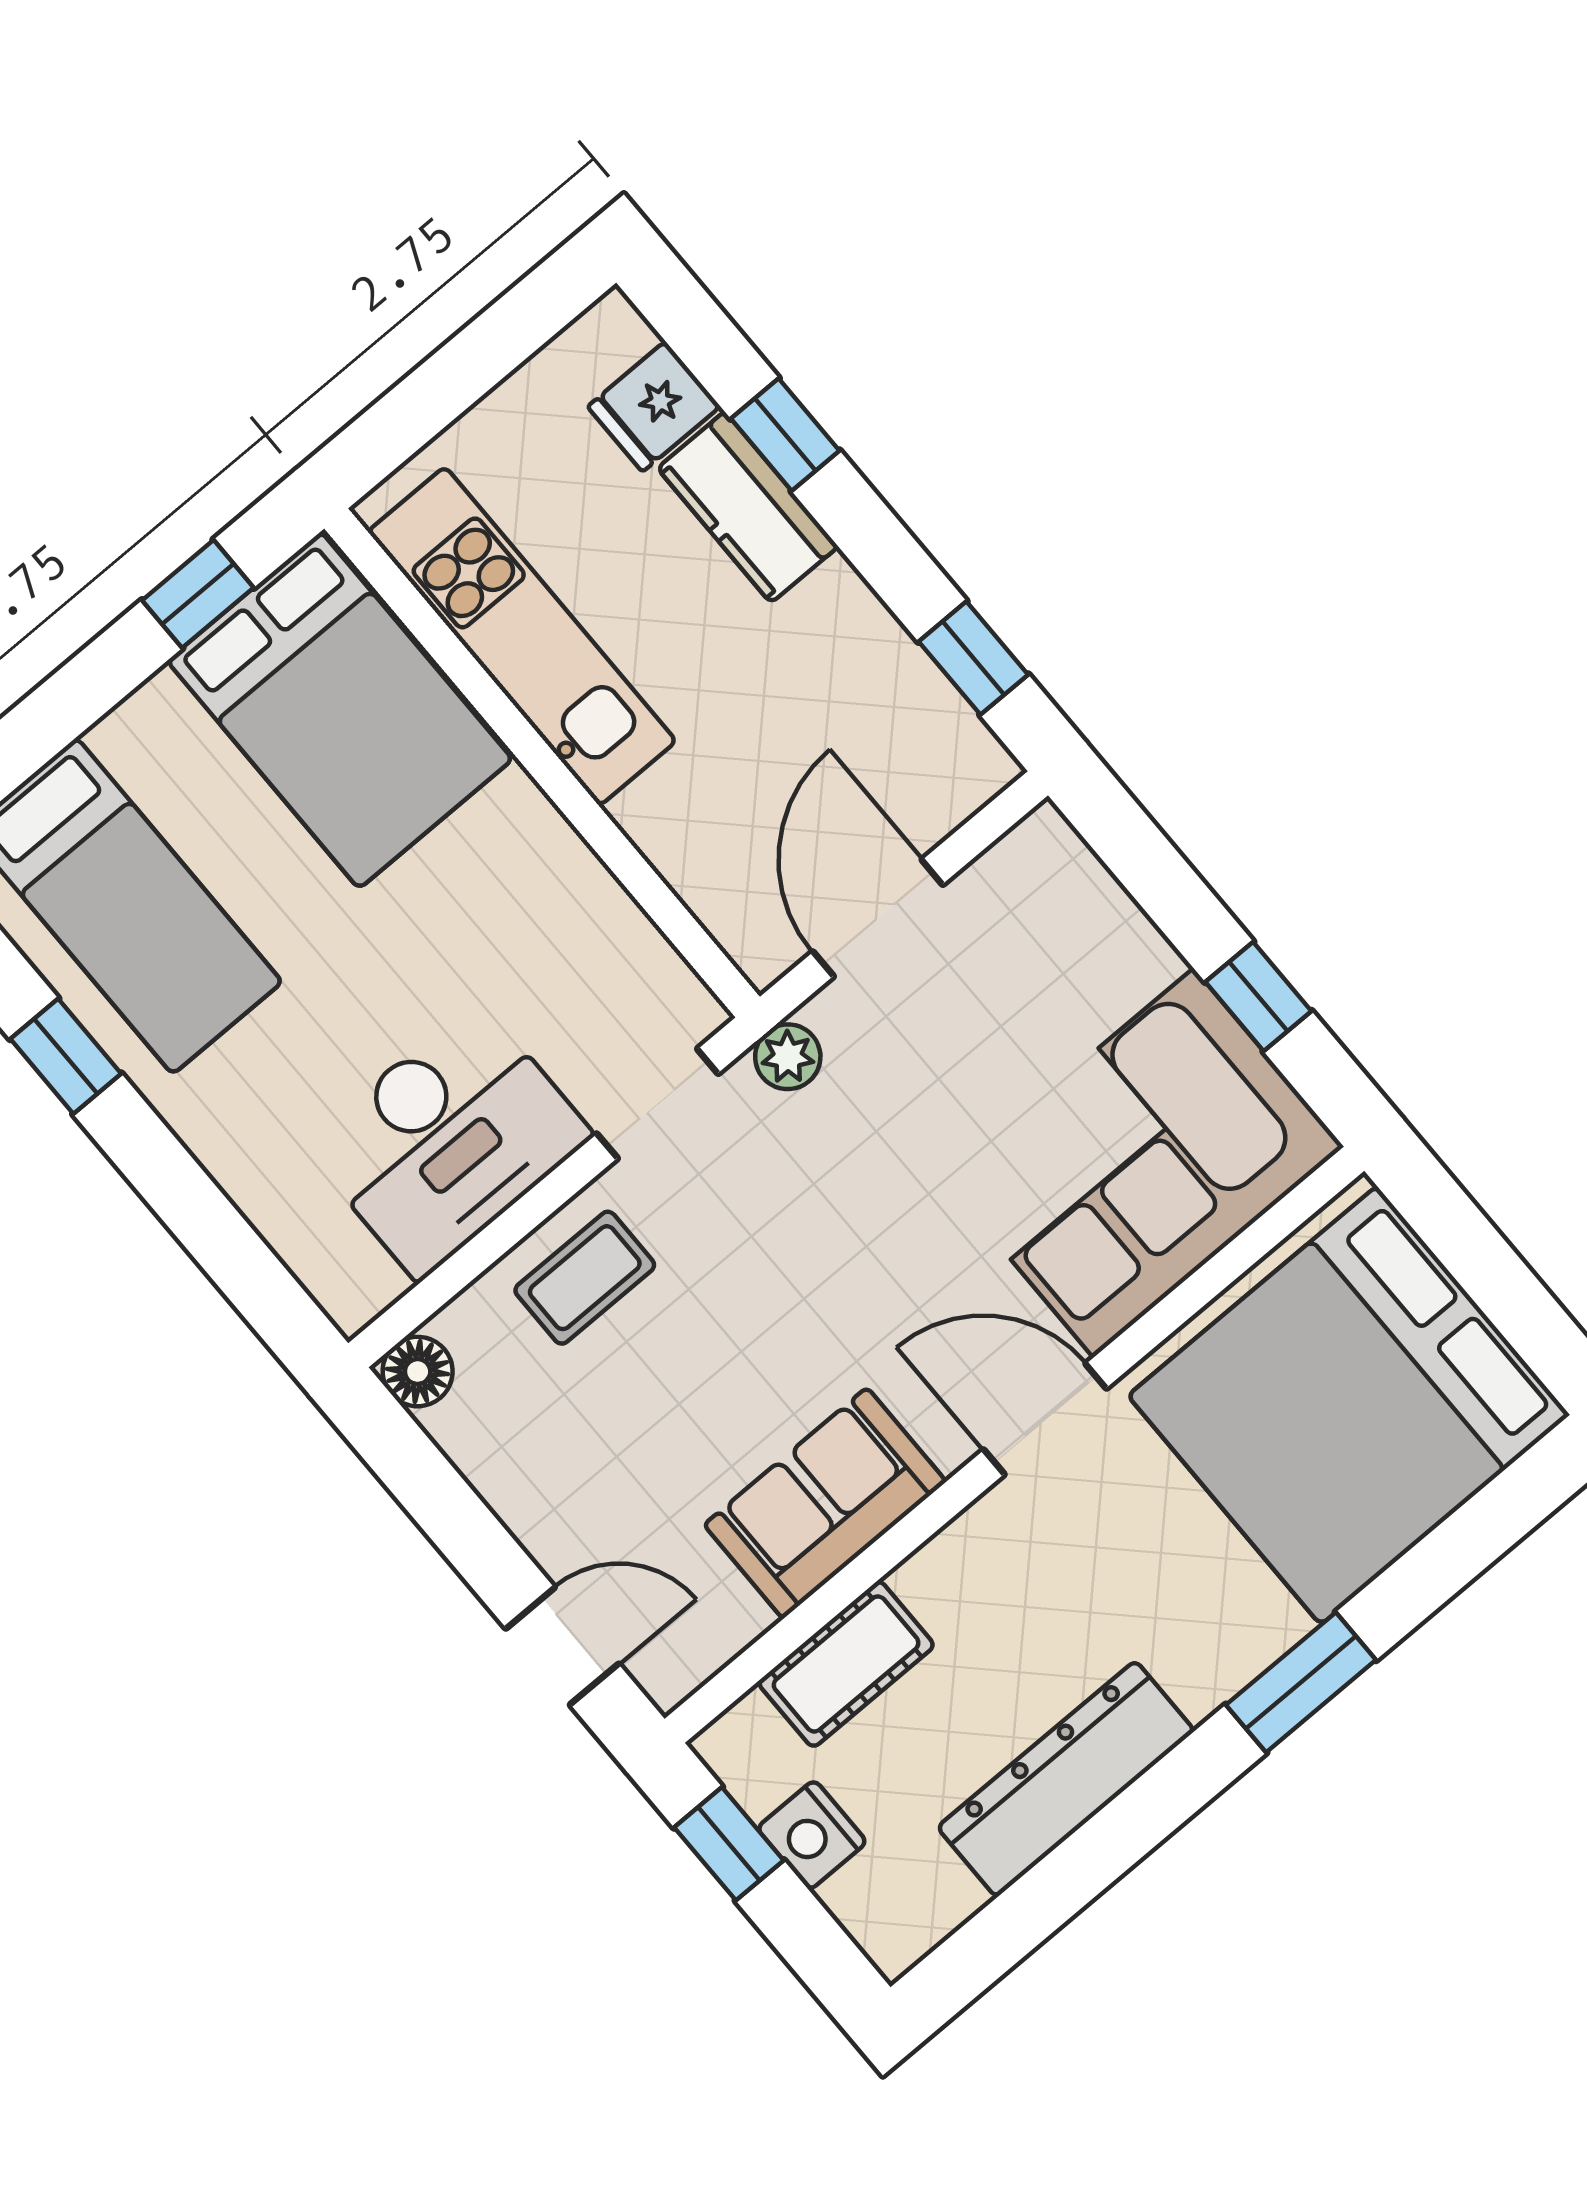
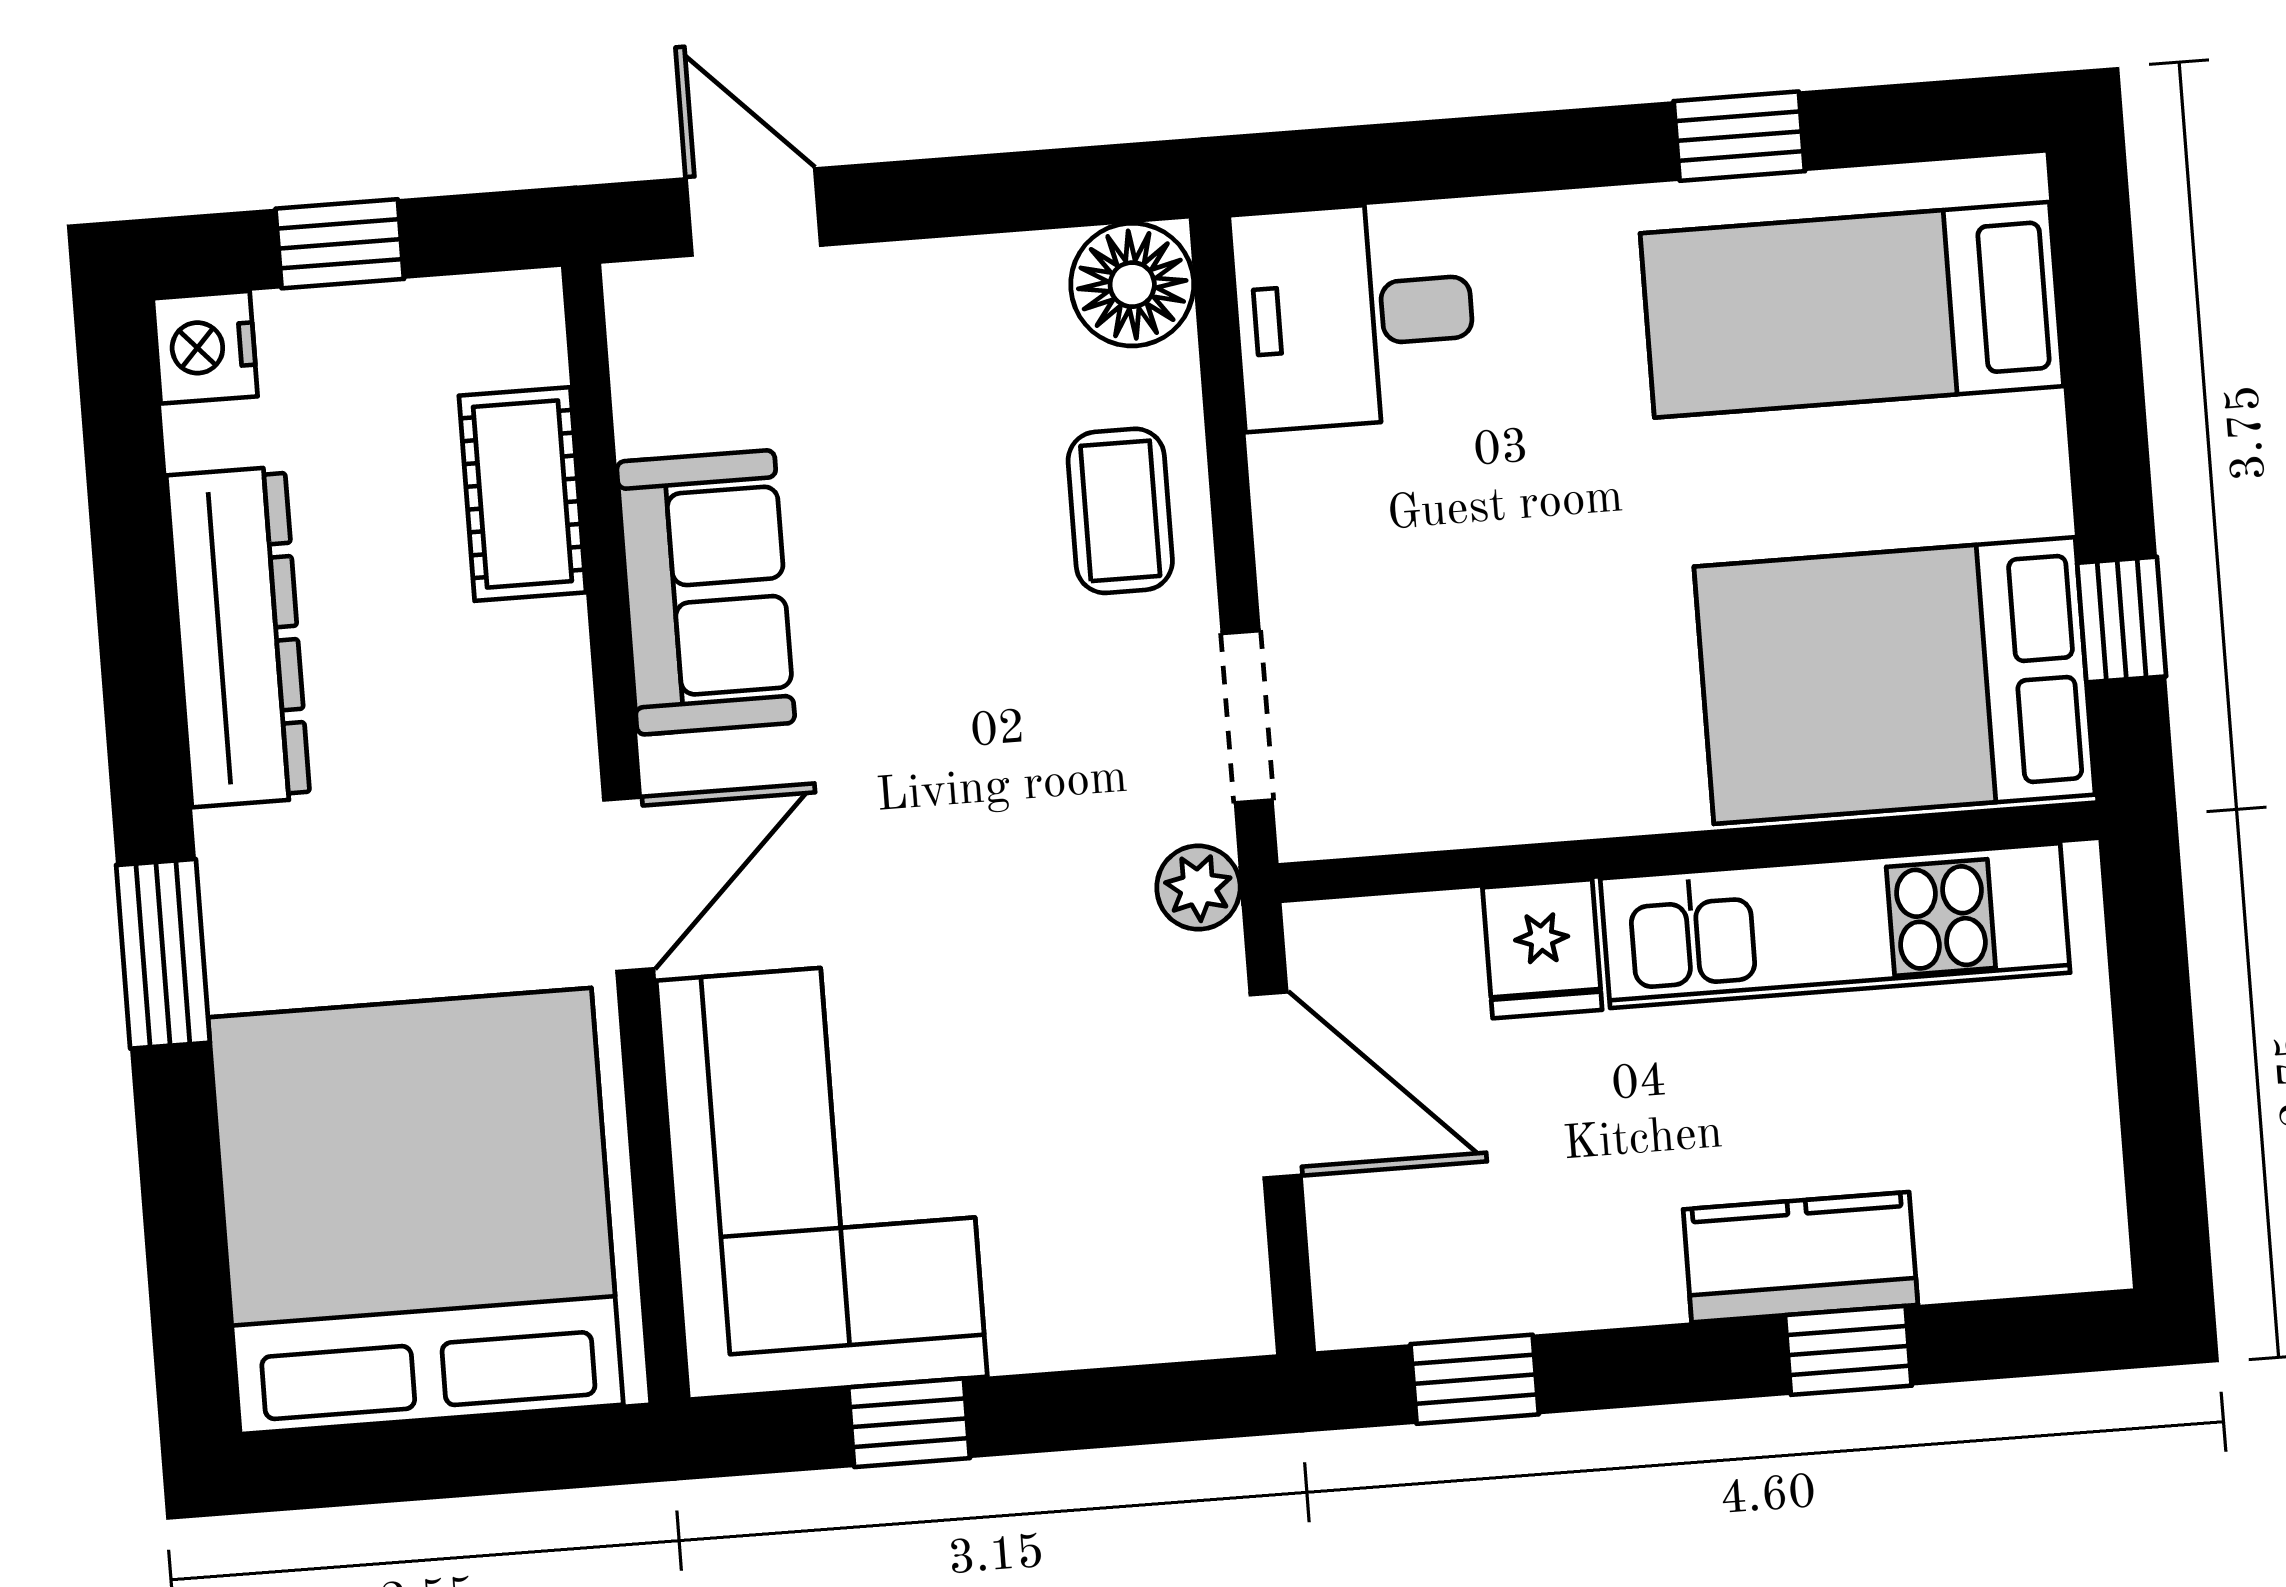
fridge: (654, 406) -> (1542, 949), moved, turned 180
desk: (448, 1140) -> (1354, 315), moved, width x0.73
floor lamp: (418, 1372) -> (1132, 285), width x1.38, depth x1.38
door: (562, 1646) -> (753, 212), swing flipped
nightstand: (812, 1835) -> (205, 347), moved, turned -90
window: (729, 1844) -> (340, 244), moved

